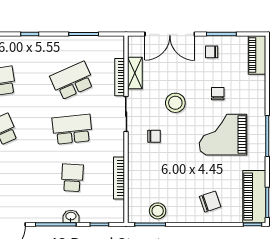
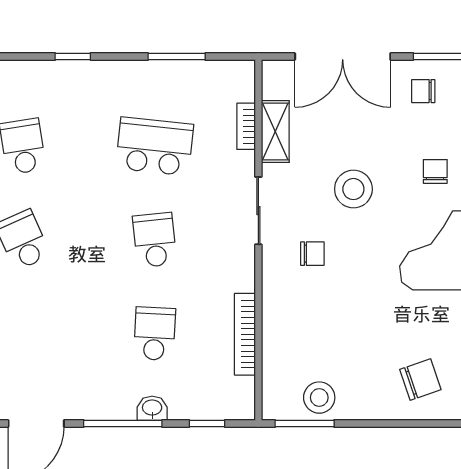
bookcase: (120, 77) -> (246, 126), width x0.64
school desk: (72, 81) -> (155, 146), turned 30
school desk: (72, 129) -> (155, 240), width x0.54

